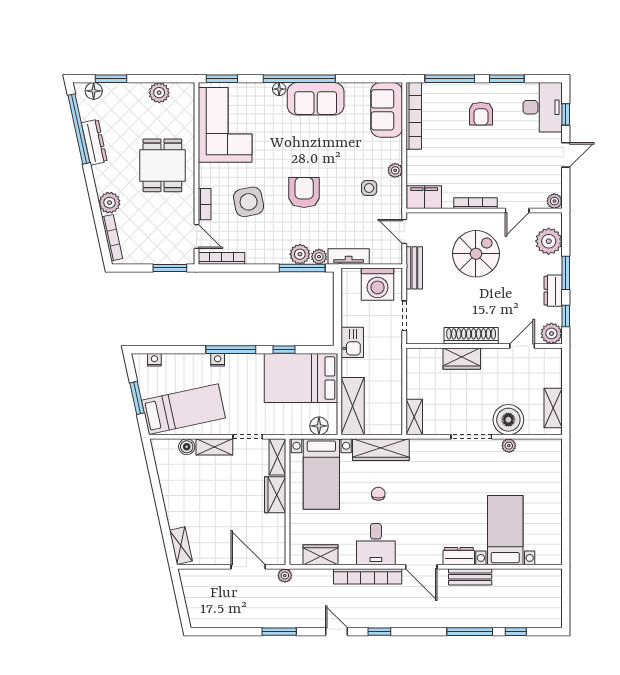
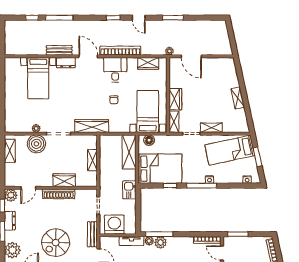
shelving: (414, 417) -> (92, 160), moved
boiler: (187, 447) -> (228, 128), removed
wardrobe: (381, 450) -> (92, 126), moved
shelving: (181, 546) -> (238, 98), moved

